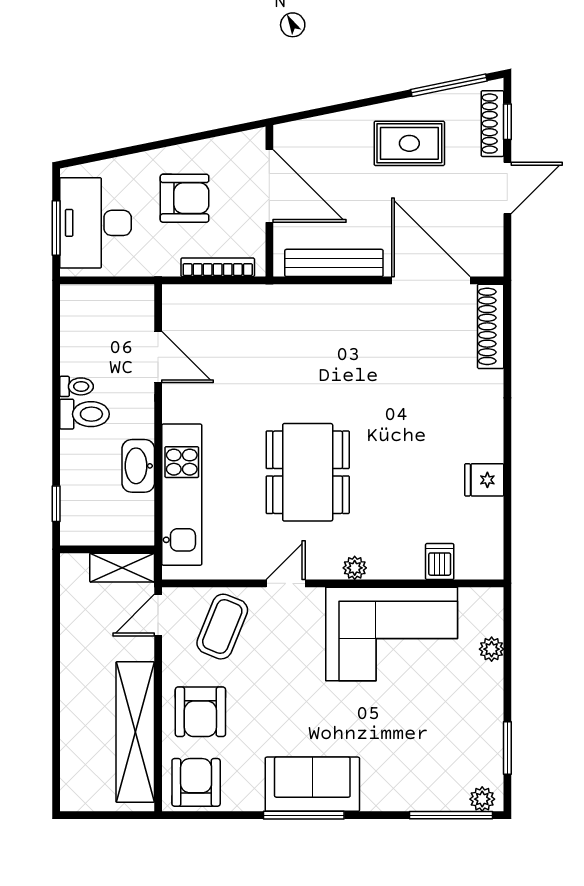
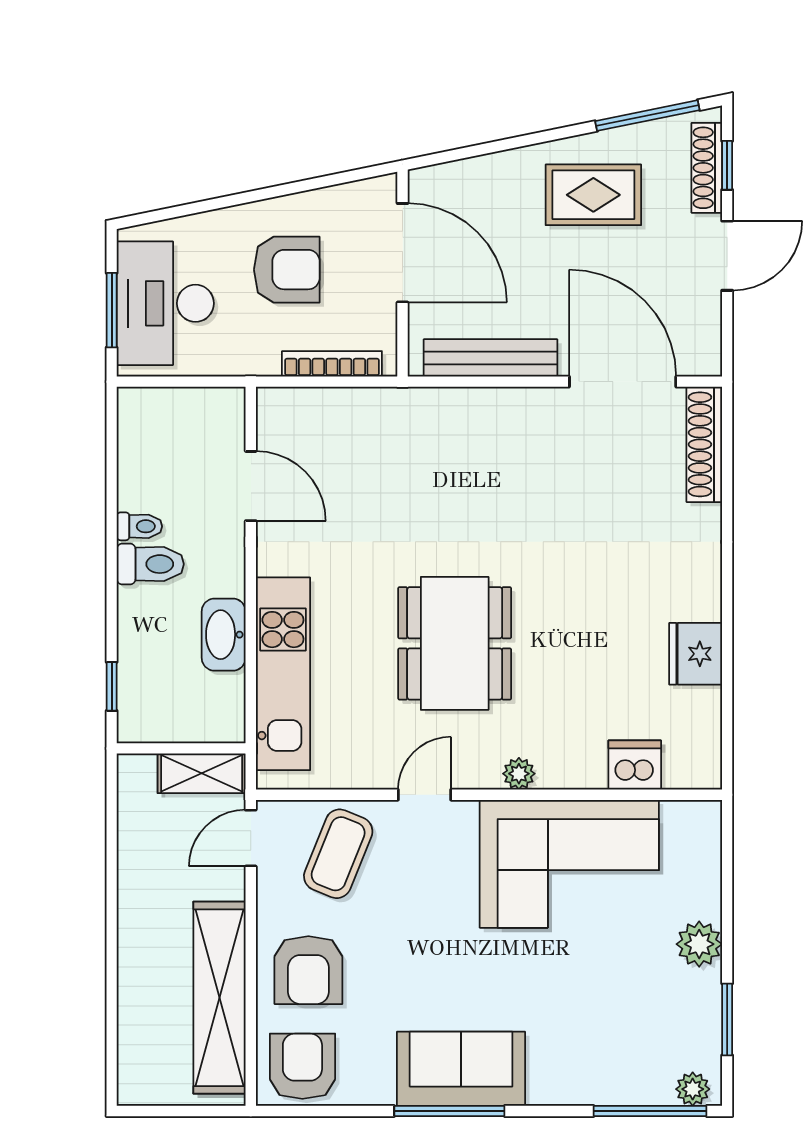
fridge: (484, 480) -> (696, 654), width x1.38
dishwasher: (440, 562) -> (635, 765), width x1.38
plant: (492, 649) -> (699, 944), moved, width x1.38, depth x1.38

